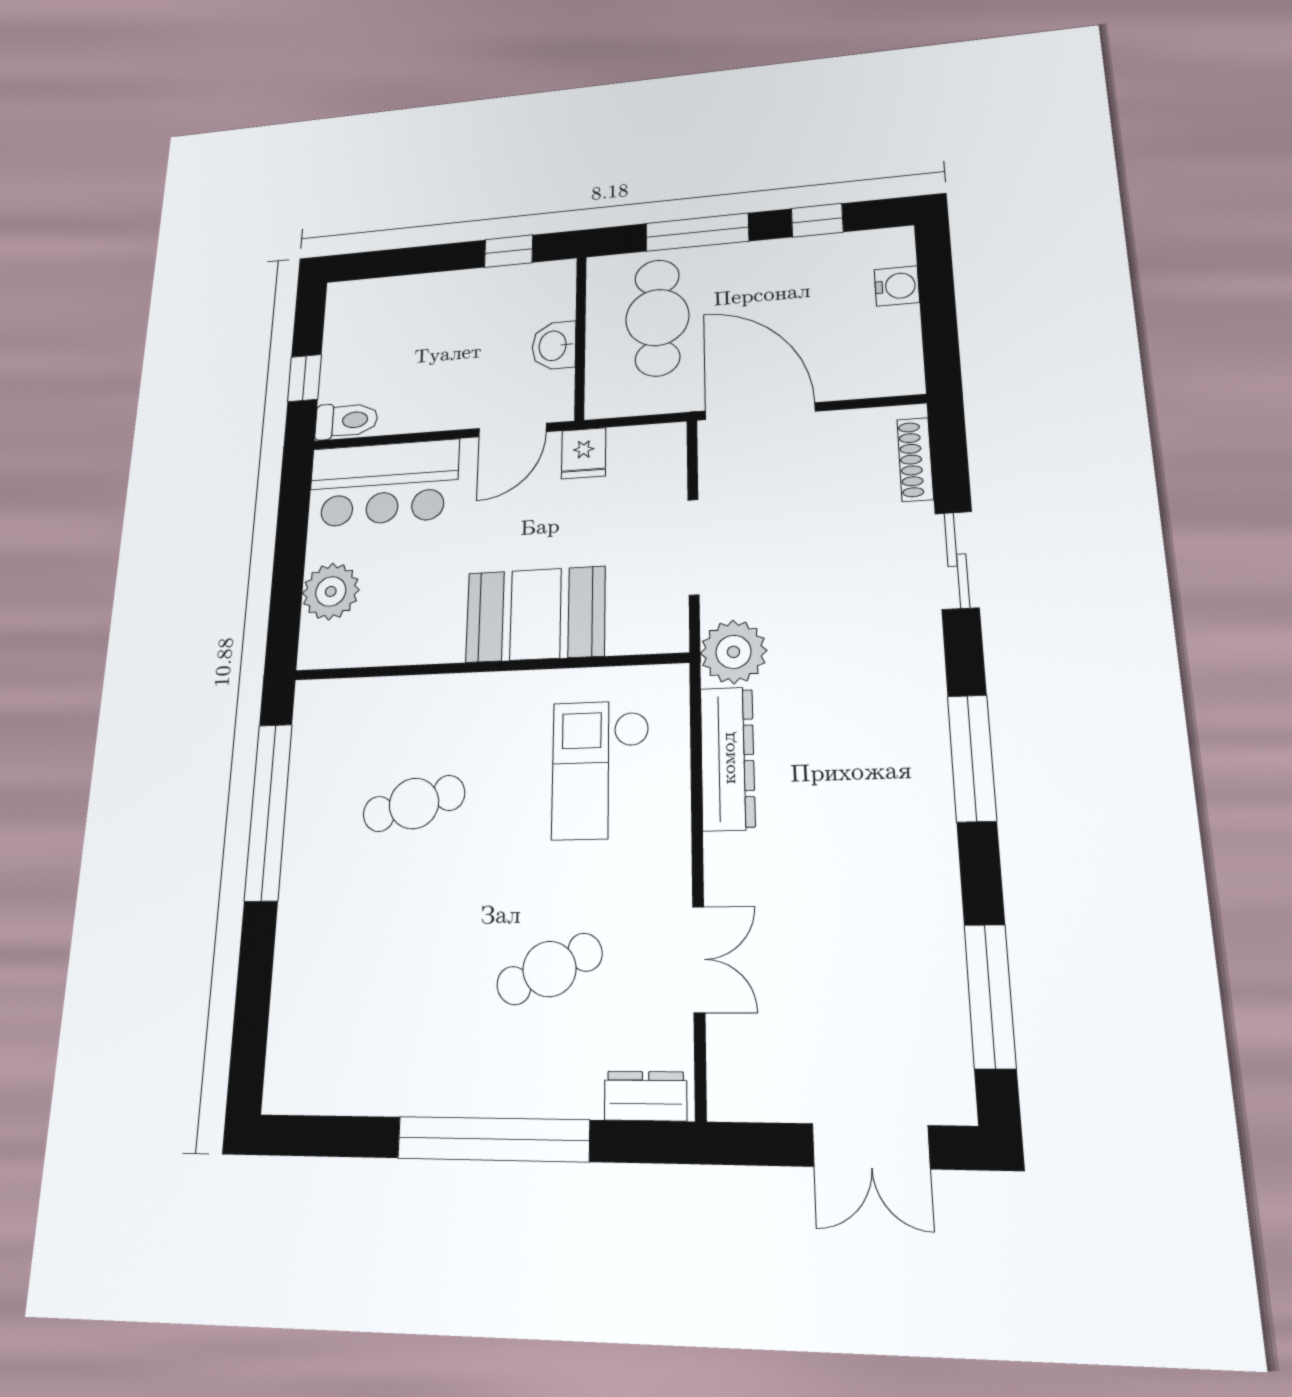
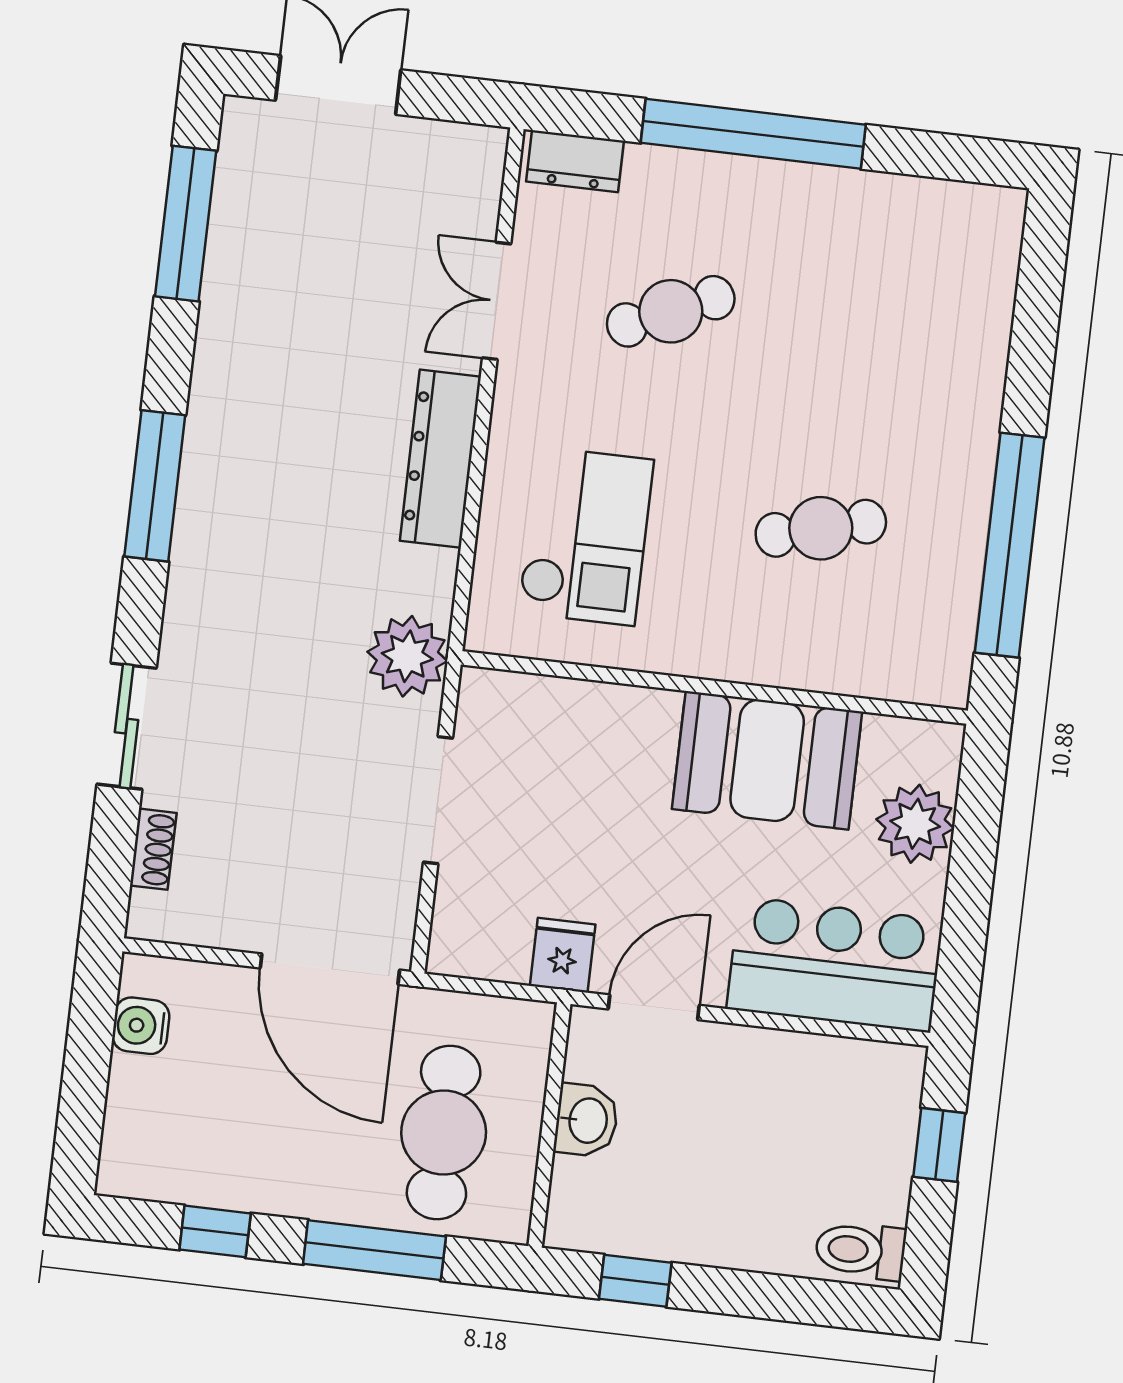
water cooler: (897, 286) -> (141, 1026), moved
toilet: (346, 420) -> (860, 1250), moved
shoe rack: (915, 459) -> (153, 849), width x0.70
booth: (536, 614) -> (767, 760), moved
dresser: (728, 758) -> (440, 459), moved

